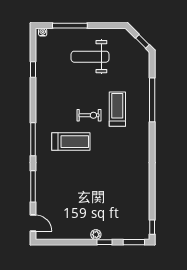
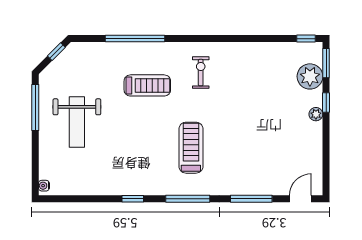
window: (70, 26) -> (35, 108), moved
window: (33, 70) -> (133, 199), moved
treadmill: (117, 109) -> (147, 85), turned 180
exercise bike: (89, 115) -> (201, 73), moved
plant: (124, 230) -> (310, 76), added

